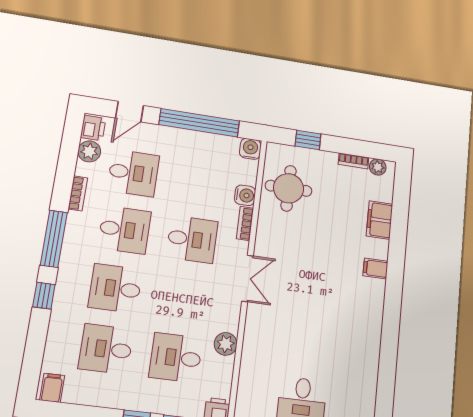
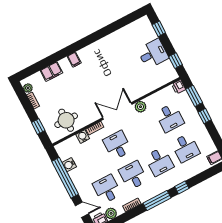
water cooler: (250, 149) -> (69, 165), moved
double door: (247, 278) -> (117, 111), width x1.37
plant: (226, 344) -> (140, 107), moved

